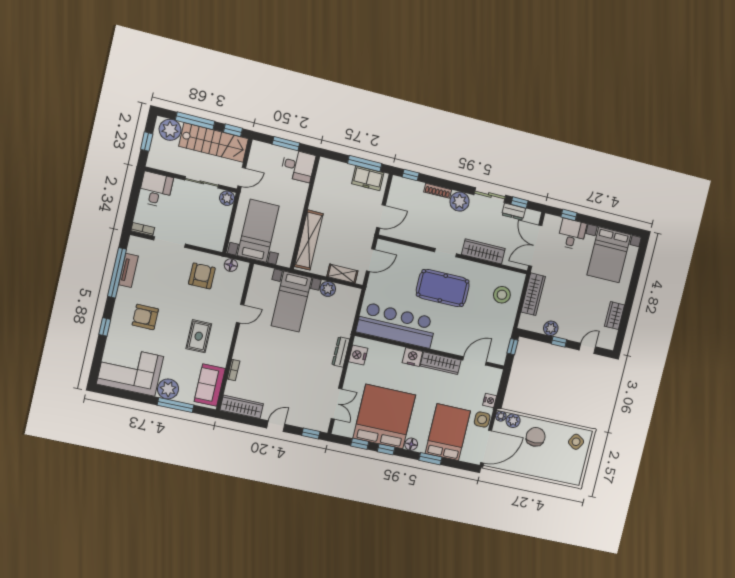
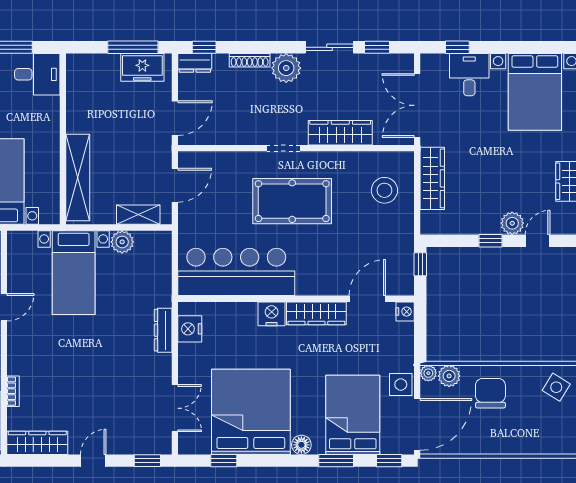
dresser: (514, 212) -> (195, 63), moved
plant: (551, 328) -> (512, 223), moved
nightstand: (490, 400) -> (405, 312), moved
window: (386, 449) -> (389, 461), moved

